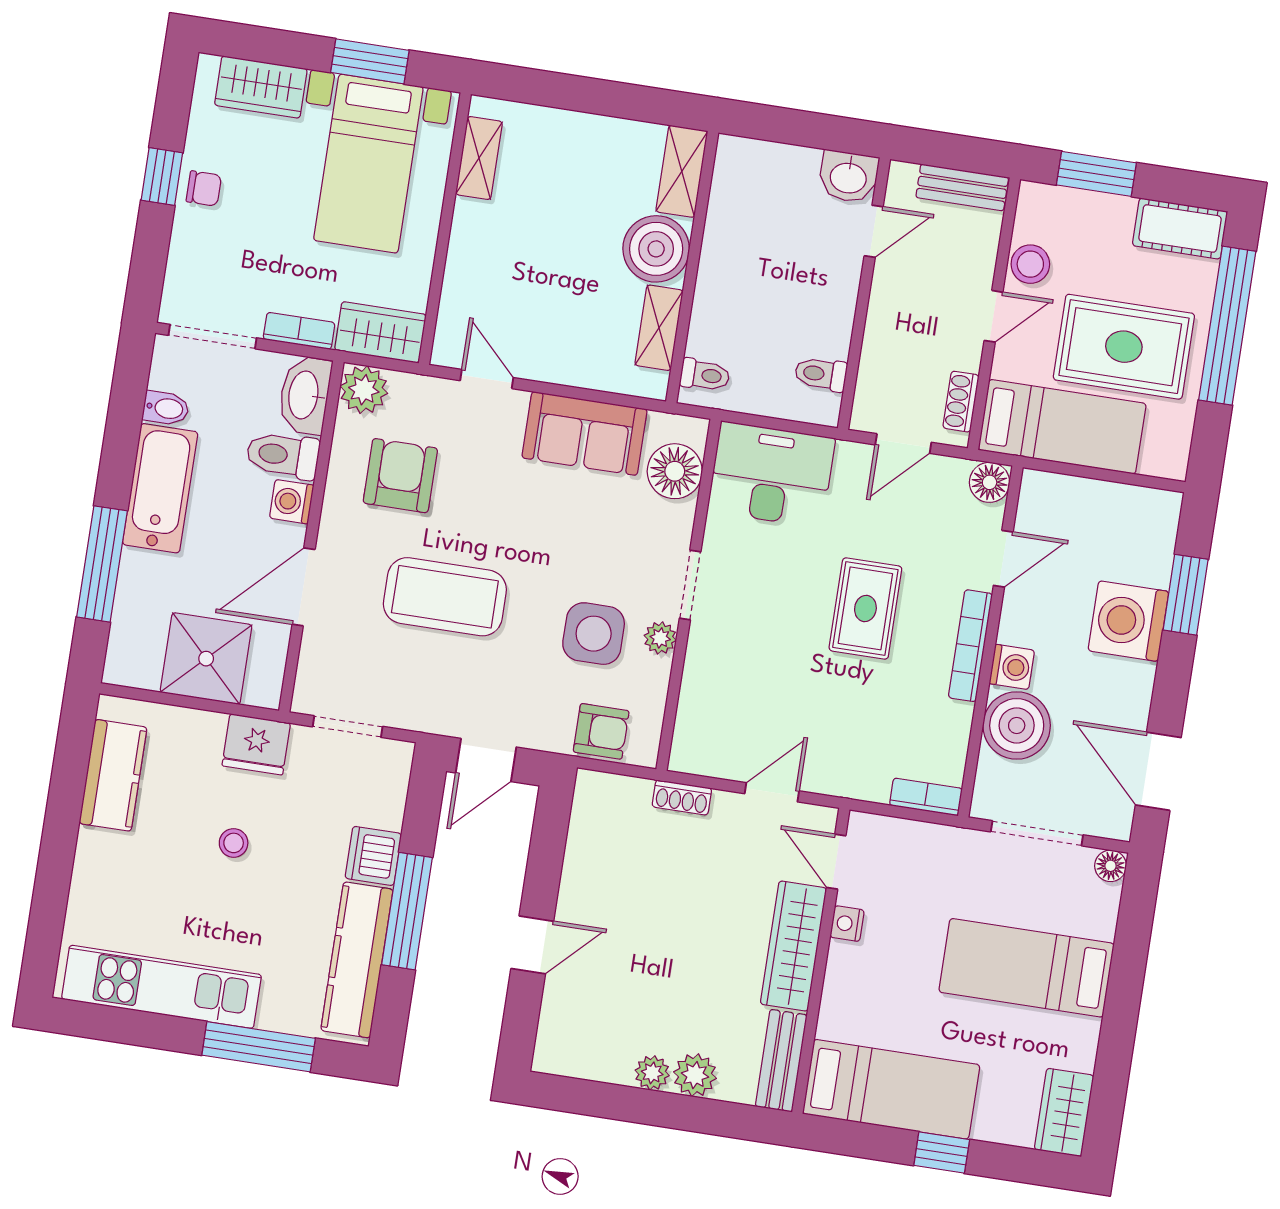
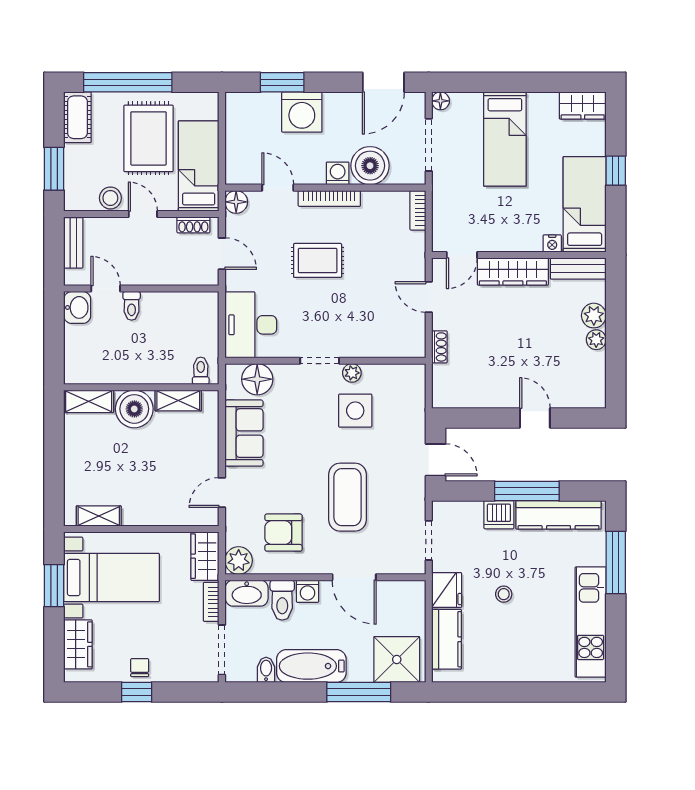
toilet: (821, 374) -> (132, 306), moved
shower: (206, 659) -> (397, 659), moved
armchair: (601, 731) -> (409, 398), removed
kitchen counter: (113, 775) -> (446, 639), moved, turned 90
nightstand: (847, 924) -> (552, 243), moved

